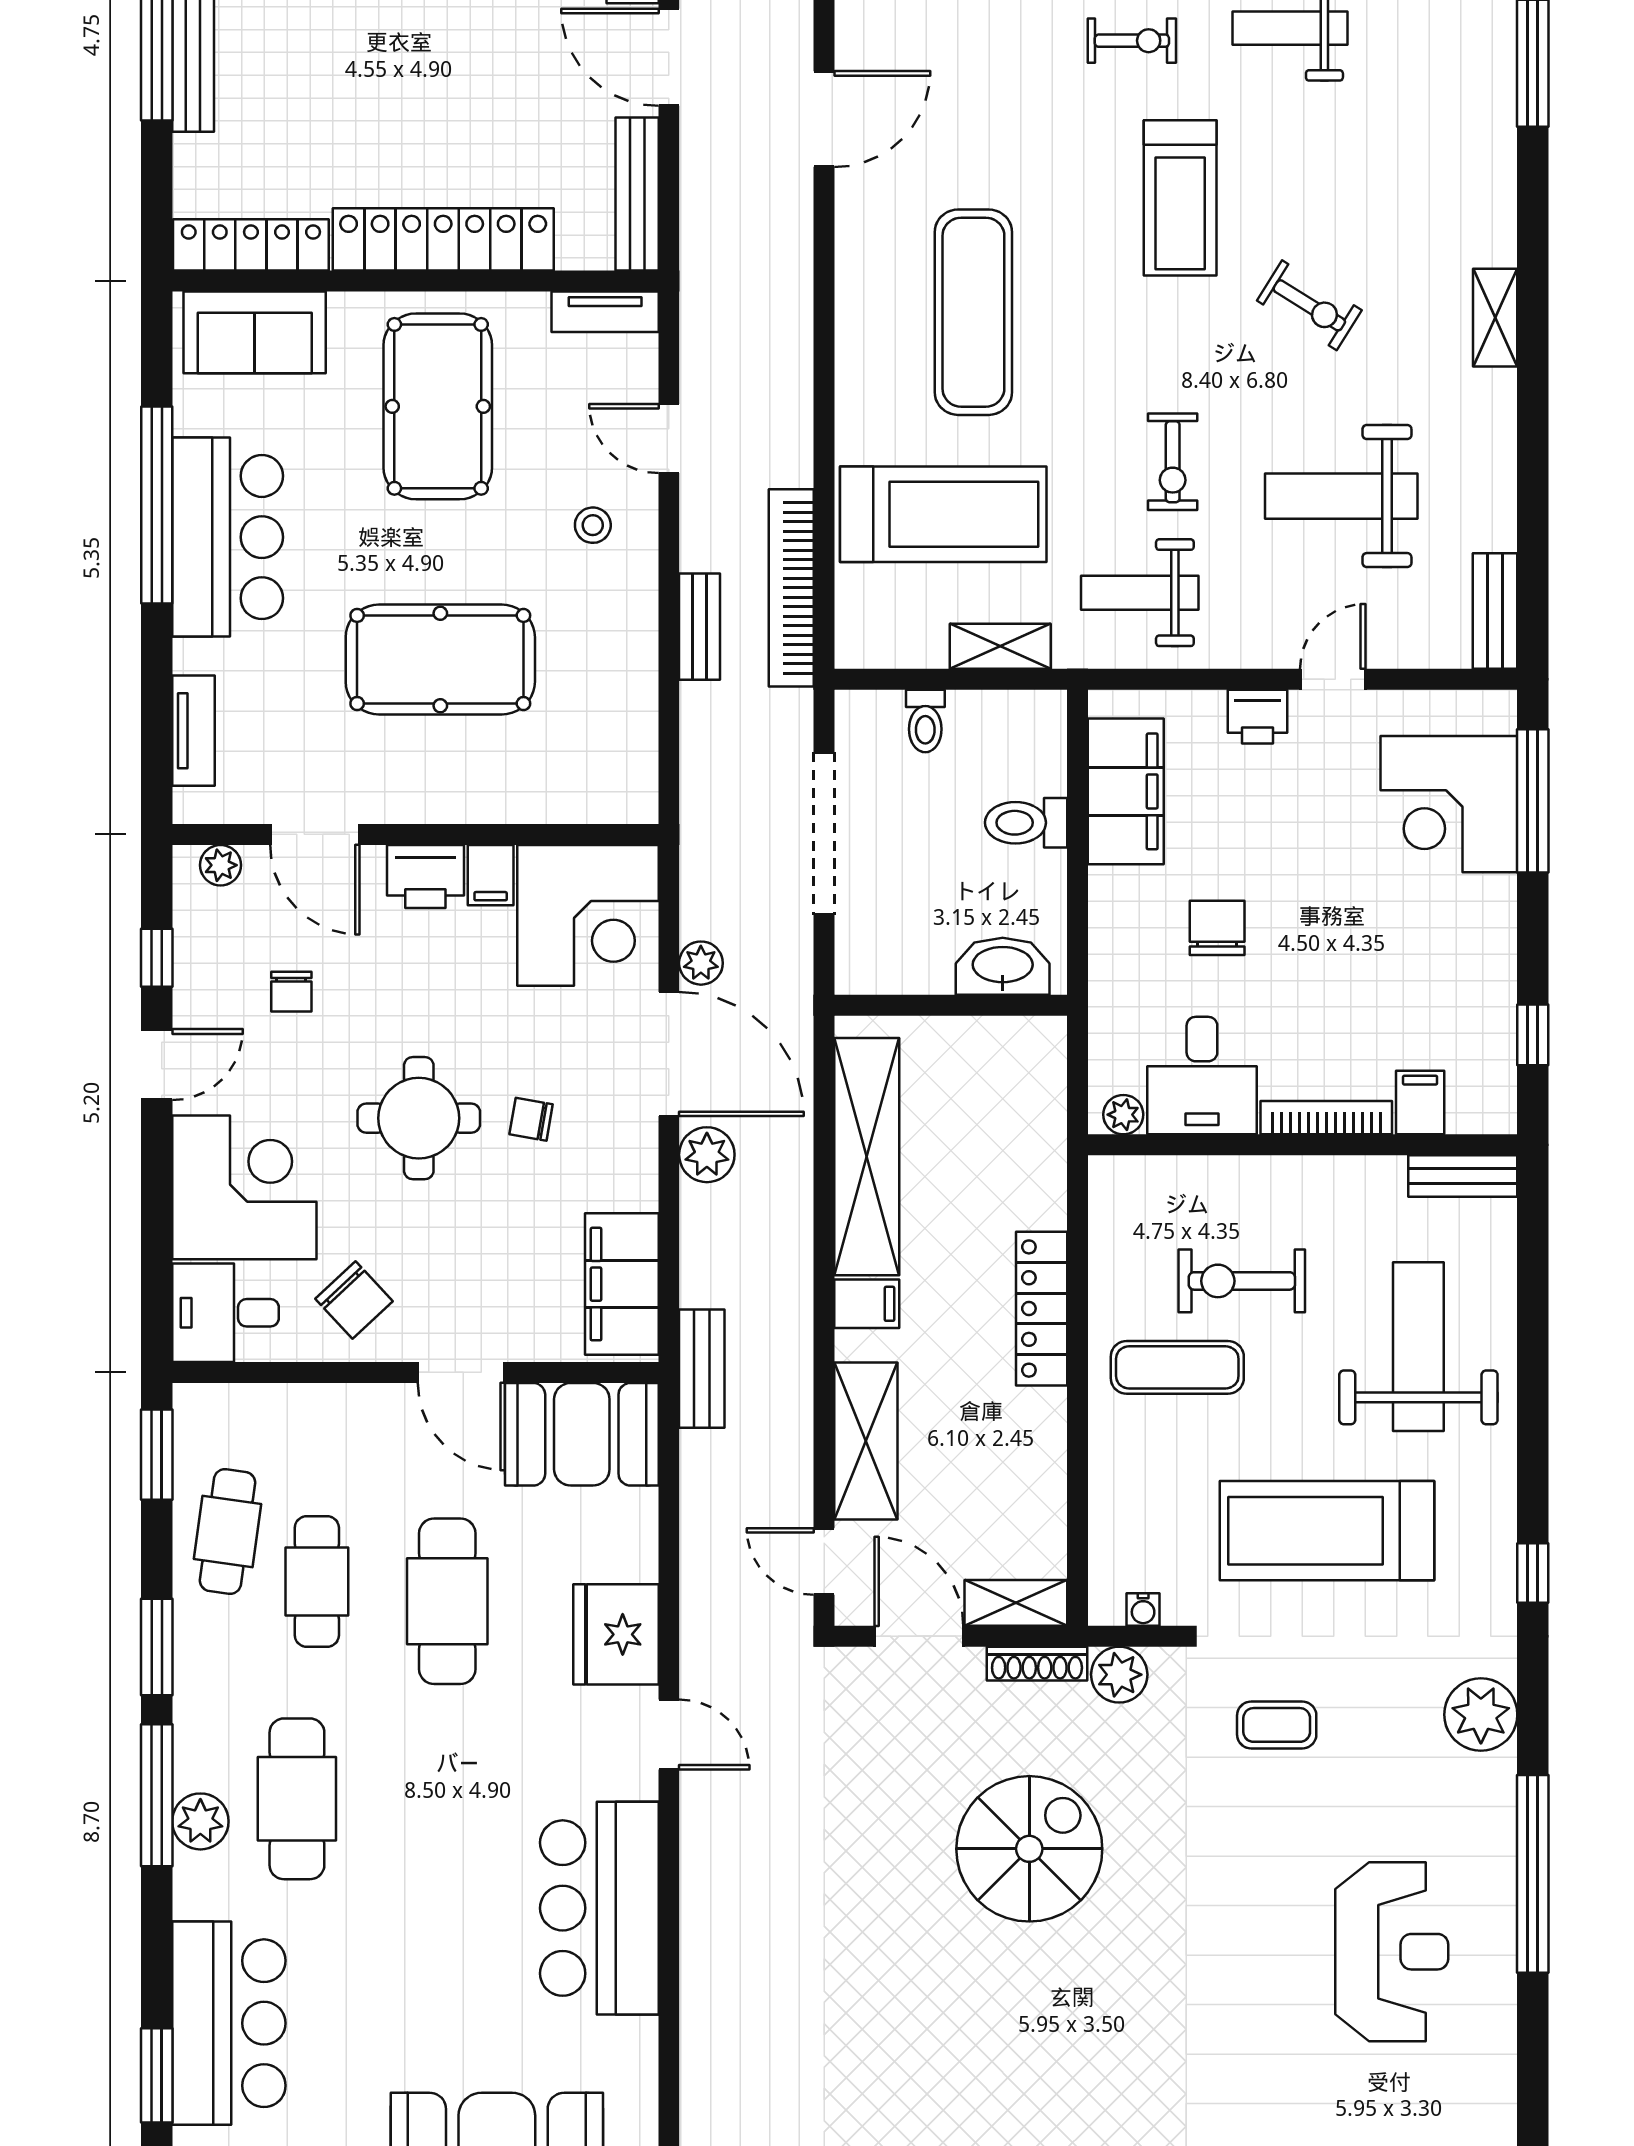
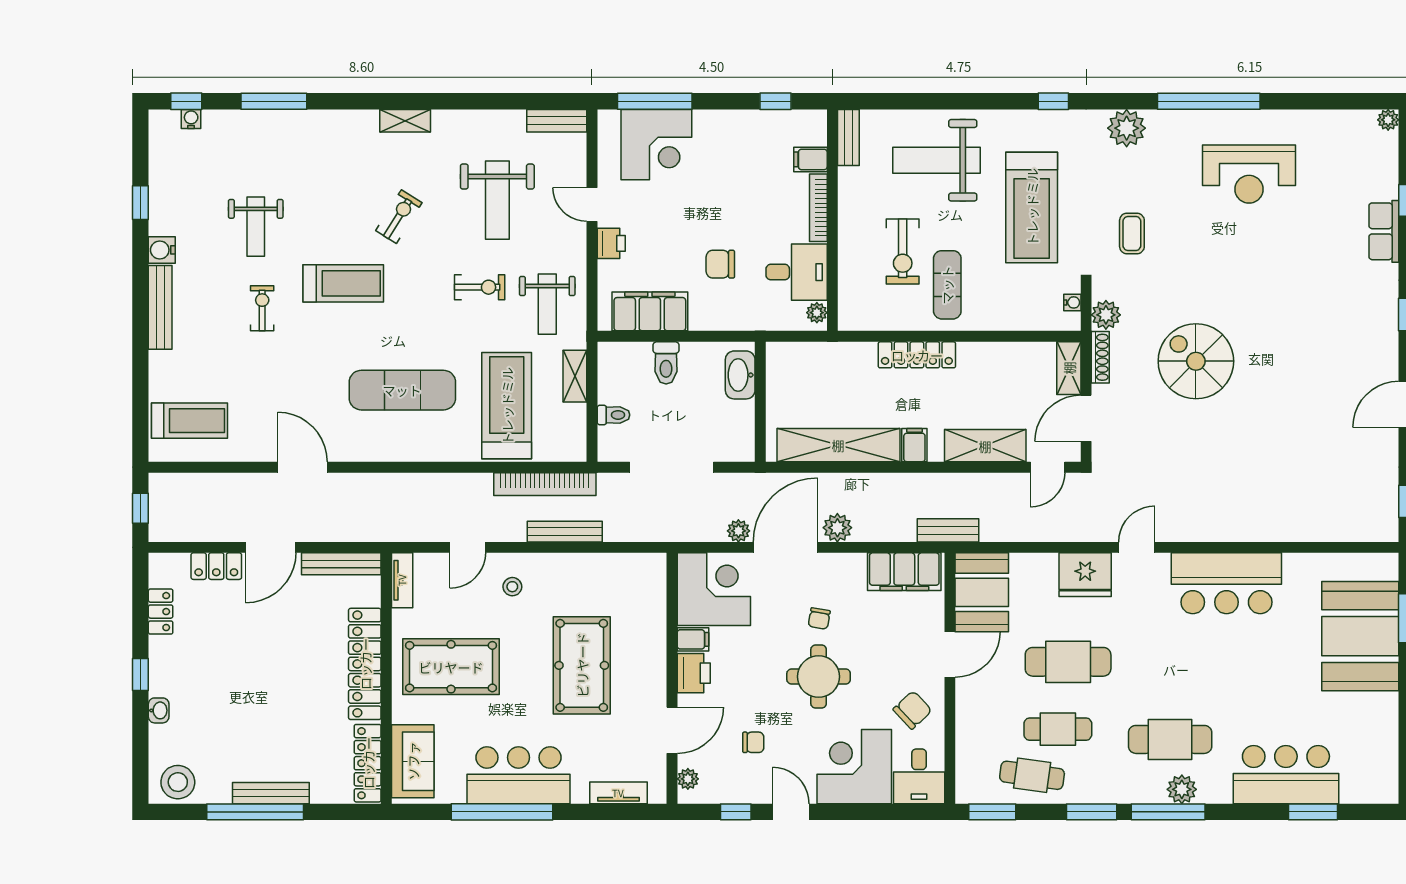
bench: (700, 627) -> (565, 532), width x1.36
reception desk: (1392, 1952) -> (1249, 174), turned 180

